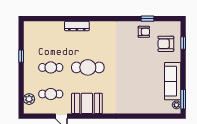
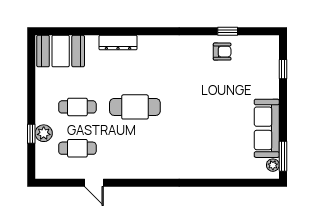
armchair: (166, 44) -> (256, 70), removed
window: (21, 56) -> (31, 134), moved
plant: (29, 99) -> (44, 133), moved
booth: (87, 103) -> (61, 51), moved

